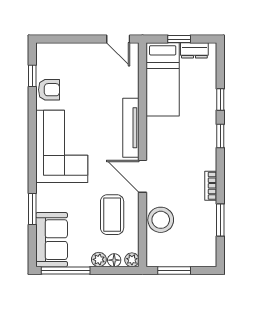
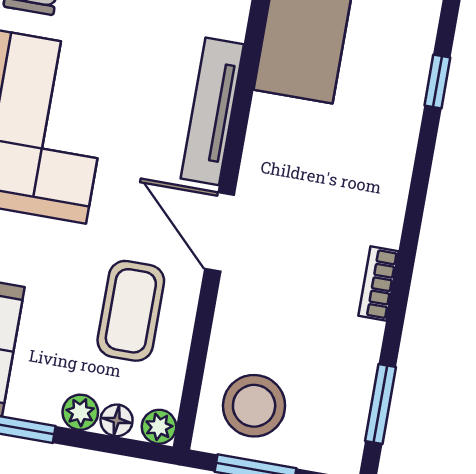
window: (220, 136) -> (422, 169), removed
stool: (161, 220) -> (254, 406), moved
window: (220, 220) -> (381, 404), moved

